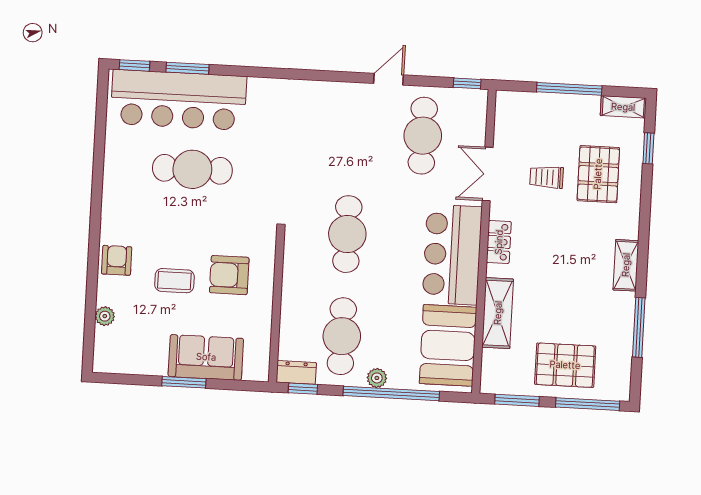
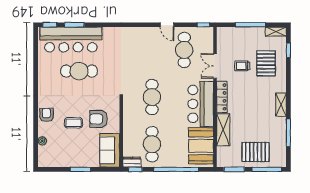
door: (389, 79) -> (167, 25), swing flipped
locker: (499, 242) -> (222, 97), width x1.53
sofa: (206, 357) -> (110, 150), moved, turned -90
plant: (377, 378) -> (169, 163), removed

